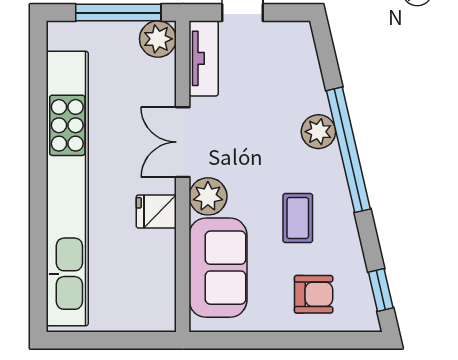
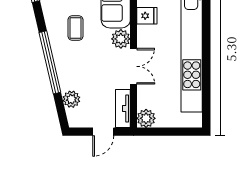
window: (118, 13) -> (166, 132), removed
plant: (318, 132) -> (71, 99), moved
fridge: (156, 211) -> (147, 16), moved

